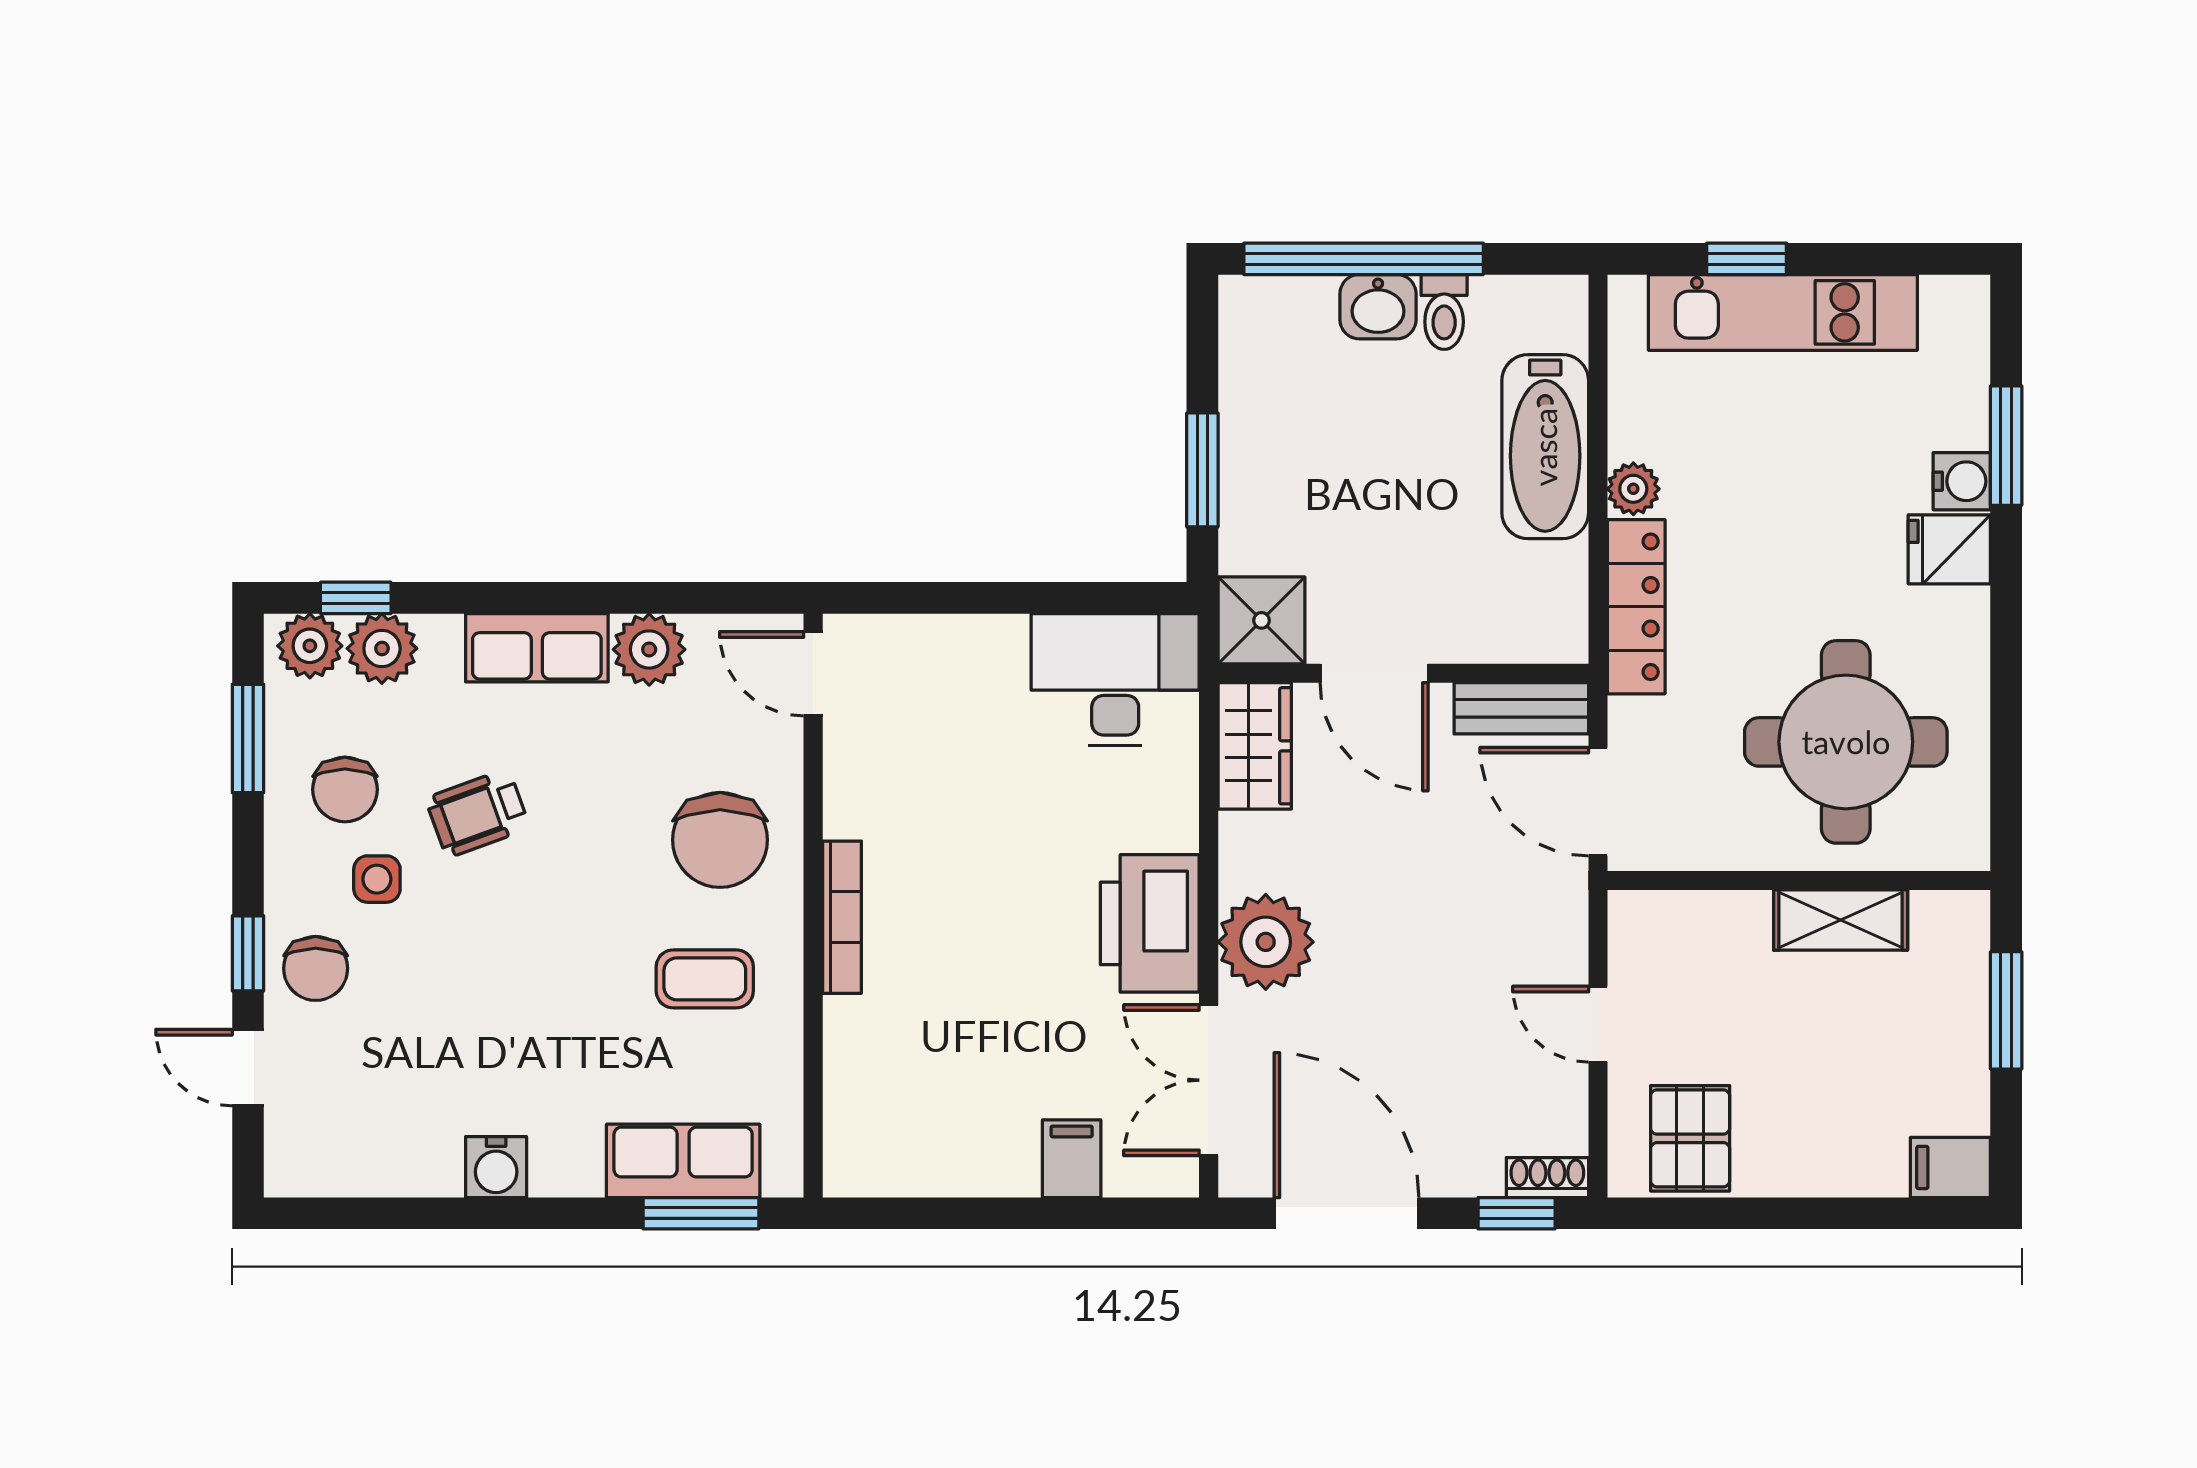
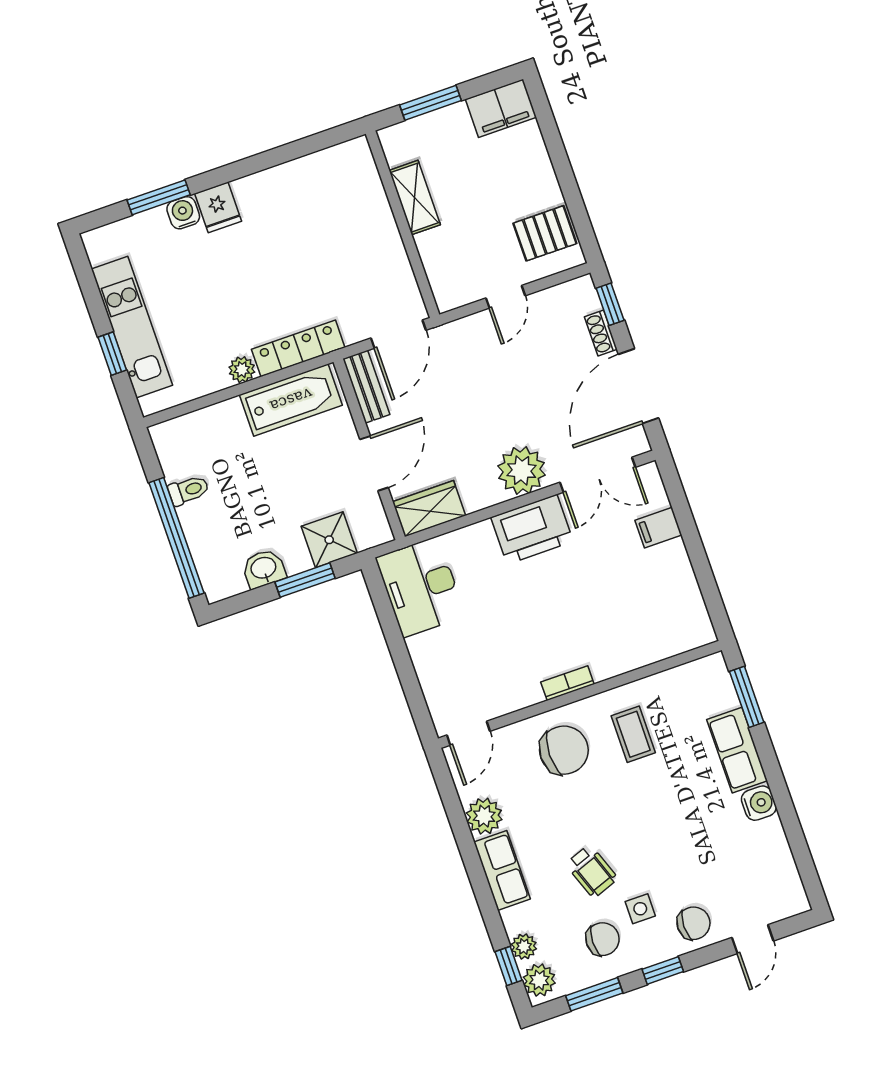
washbasin: (1378, 307) -> (264, 569), moved, turned -90
bathtub: (1545, 447) -> (291, 400), moved
shower: (1262, 620) -> (329, 540), moved
plant: (382, 648) -> (524, 947), width x0.73, depth x0.73
round table: (1846, 742) -> (328, 225), removed
bookcase: (842, 917) -> (567, 683), width x0.64
window: (248, 953) -> (663, 970), moved
row of seats: (683, 1161) -> (737, 750), moved
filing cabinet: (1950, 1167) -> (501, 108), width x2.00
shoe rack: (1547, 1178) -> (601, 333), moved

